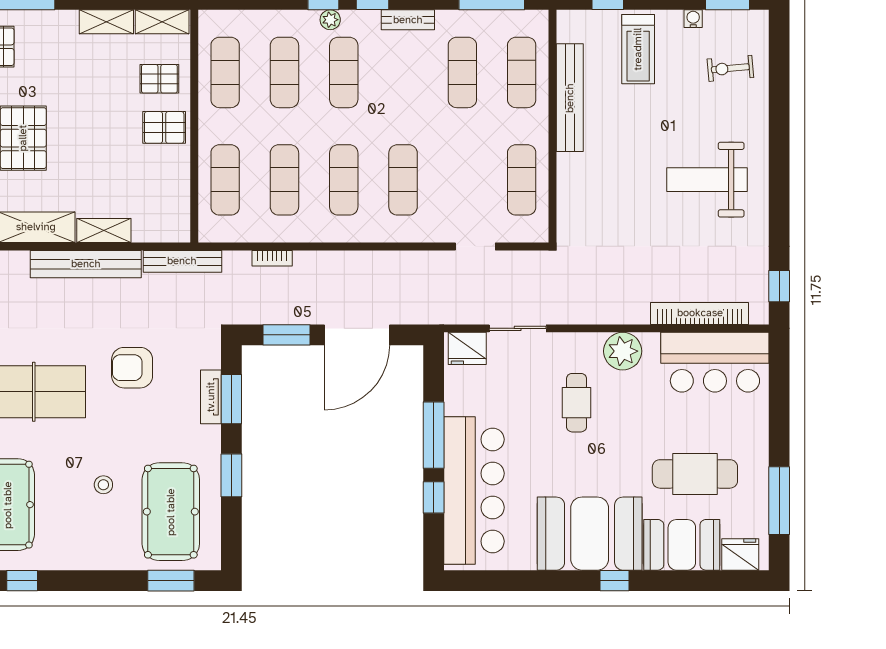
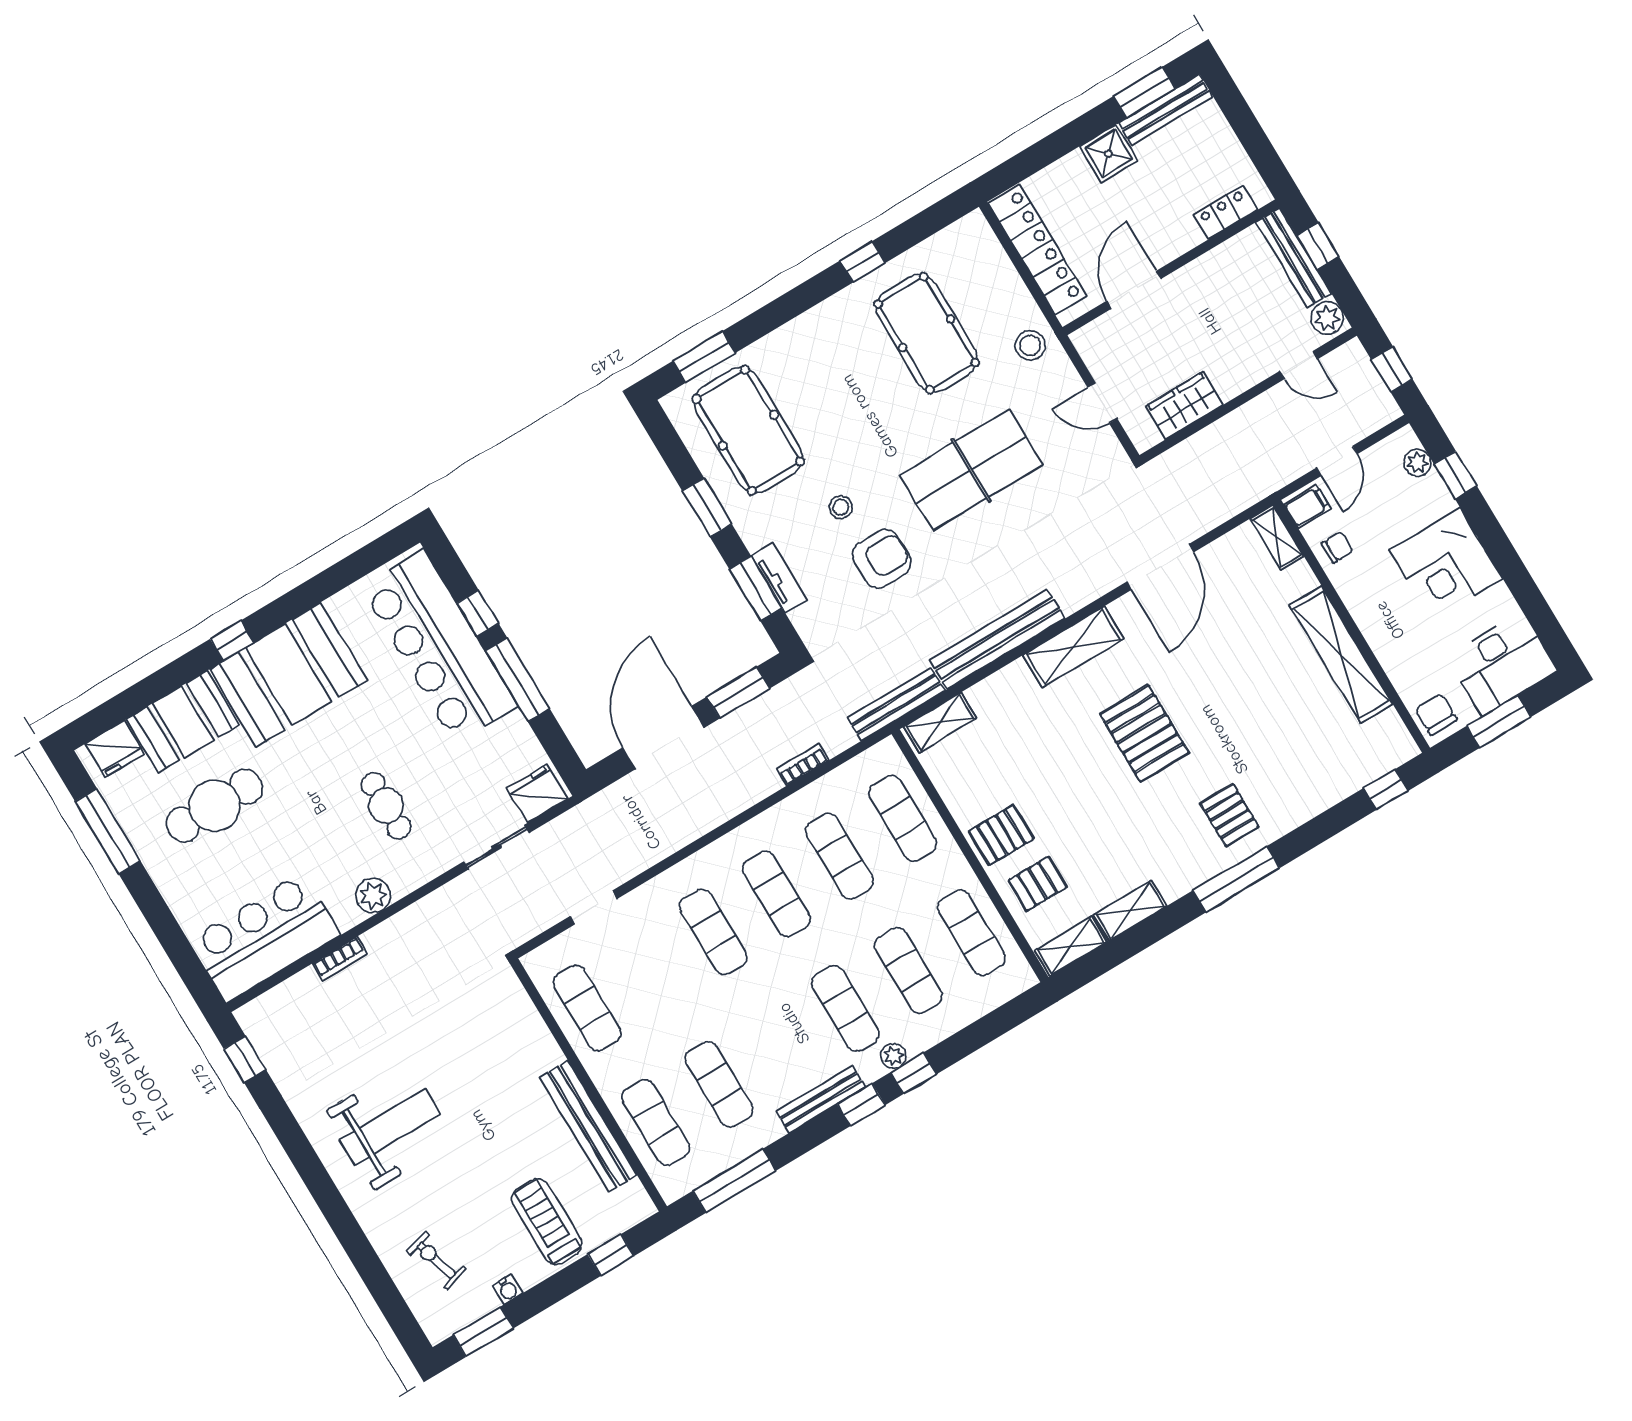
bench: (408, 20) -> (821, 1099), width x1.36
exercise bike: (730, 68) -> (436, 1260), turned -101
shelving: (104, 231) -> (940, 722), moved
bookcase: (700, 313) -> (340, 959), width x0.43, depth x0.76
plant: (623, 351) -> (373, 896), width x0.73, depth x0.73
stool: (103, 485) -> (841, 507), moved

